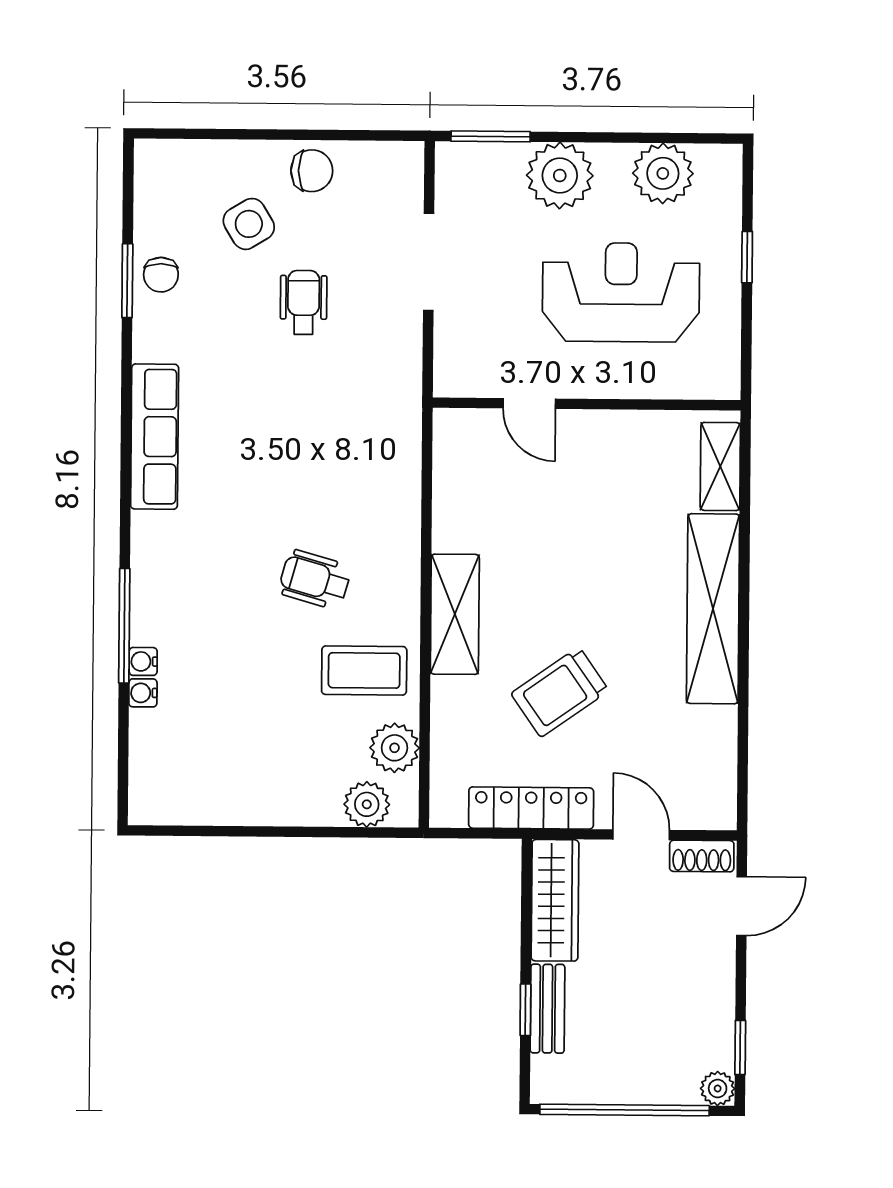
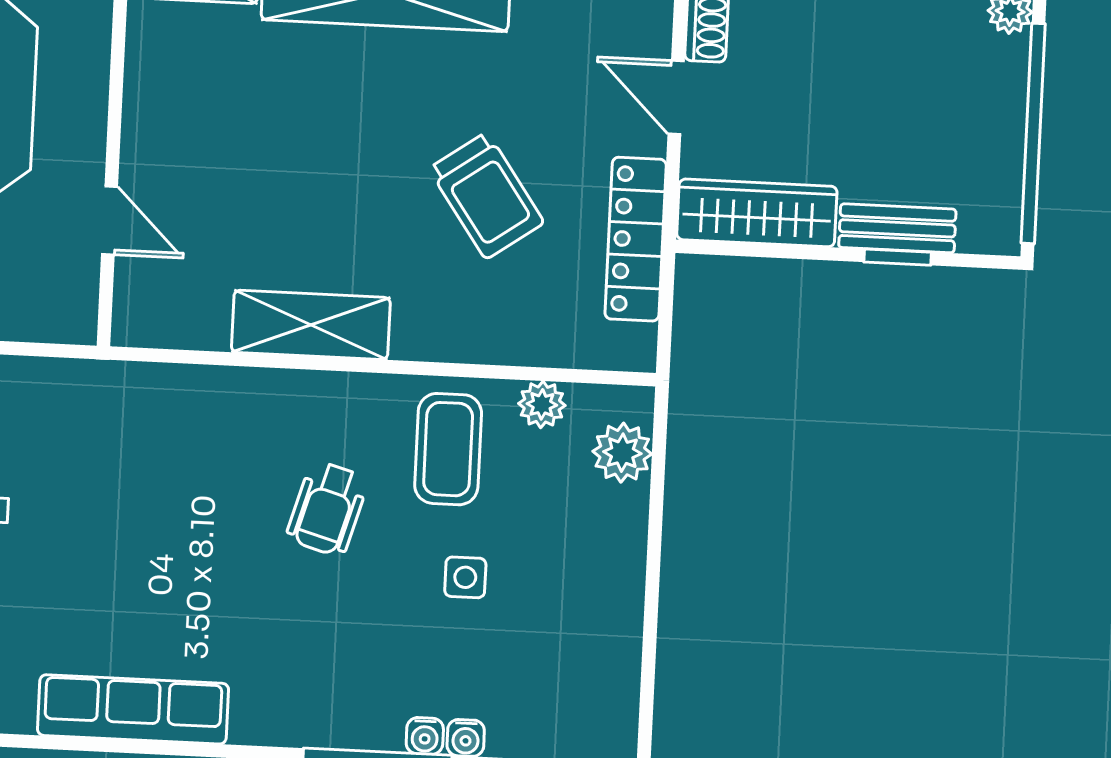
door: (529, 404) -> (110, 220), hinge flipped
shelving: (455, 614) -> (311, 325), moved
side table: (266, 688) -> (465, 577), added
plant: (395, 748) -> (542, 404), width x0.73, depth x0.73
door: (641, 835) -> (676, 98), hinge flipped

